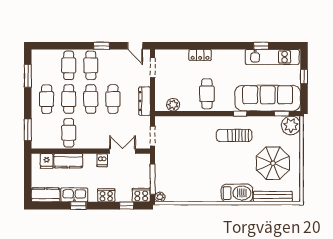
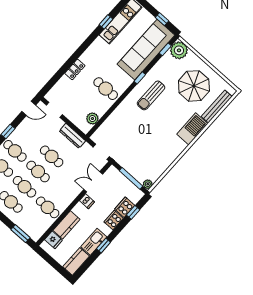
window: (304, 77) -> (162, 19), moved
cooker: (141, 195) -> (125, 207), moved

